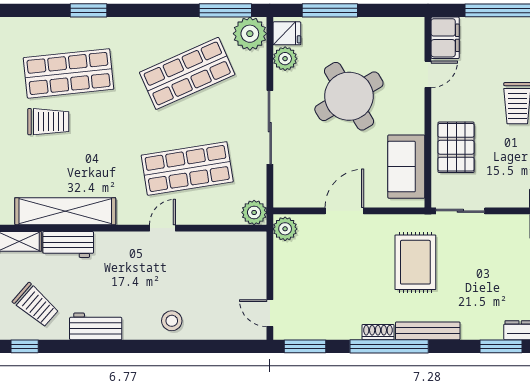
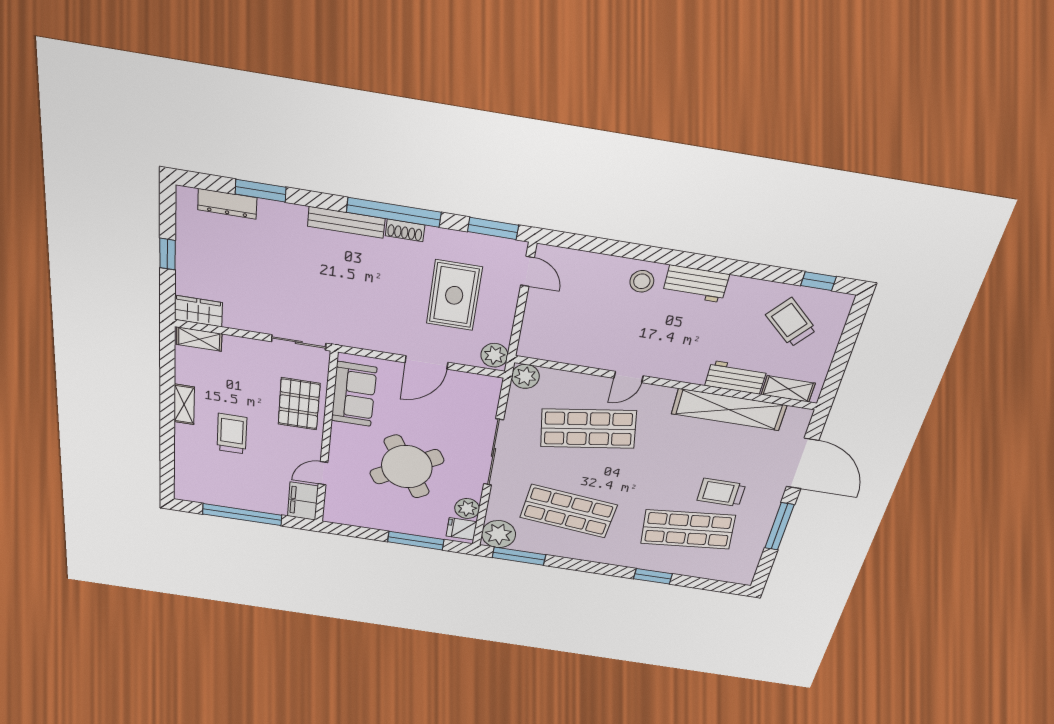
shop shelf: (187, 73) -> (569, 511), turned 30
rug: (415, 262) -> (454, 295), moved
workbench: (96, 326) -> (696, 284), moved

